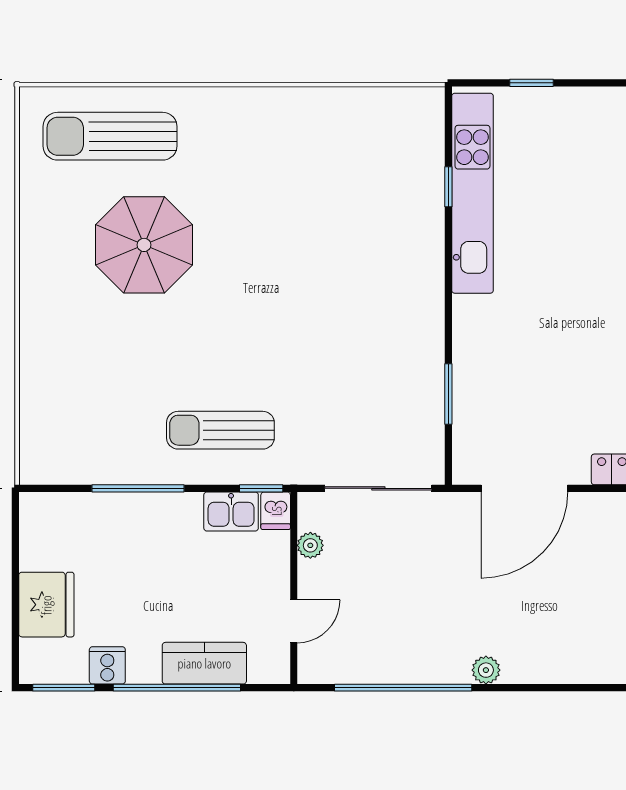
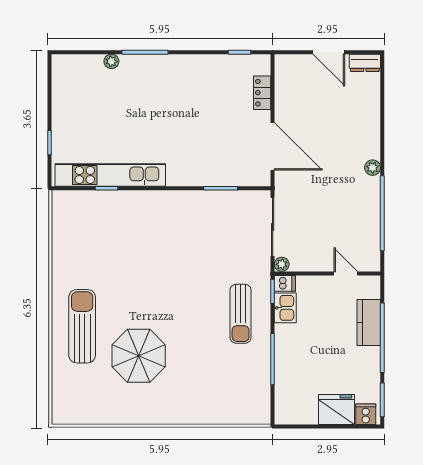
sun lounger: (110, 136) -> (82, 326), moved, turned 180
plant: (310, 545) -> (282, 264), moved
cooker: (107, 665) -> (366, 414), moved, turned 90

